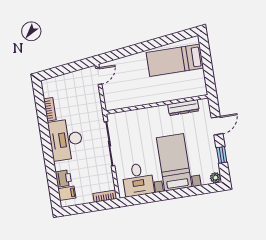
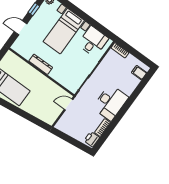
door: (99, 76) -> (68, 104), moved
dresser: (183, 108) -> (41, 64), moved
printer: (63, 178) -> (92, 139), moved

